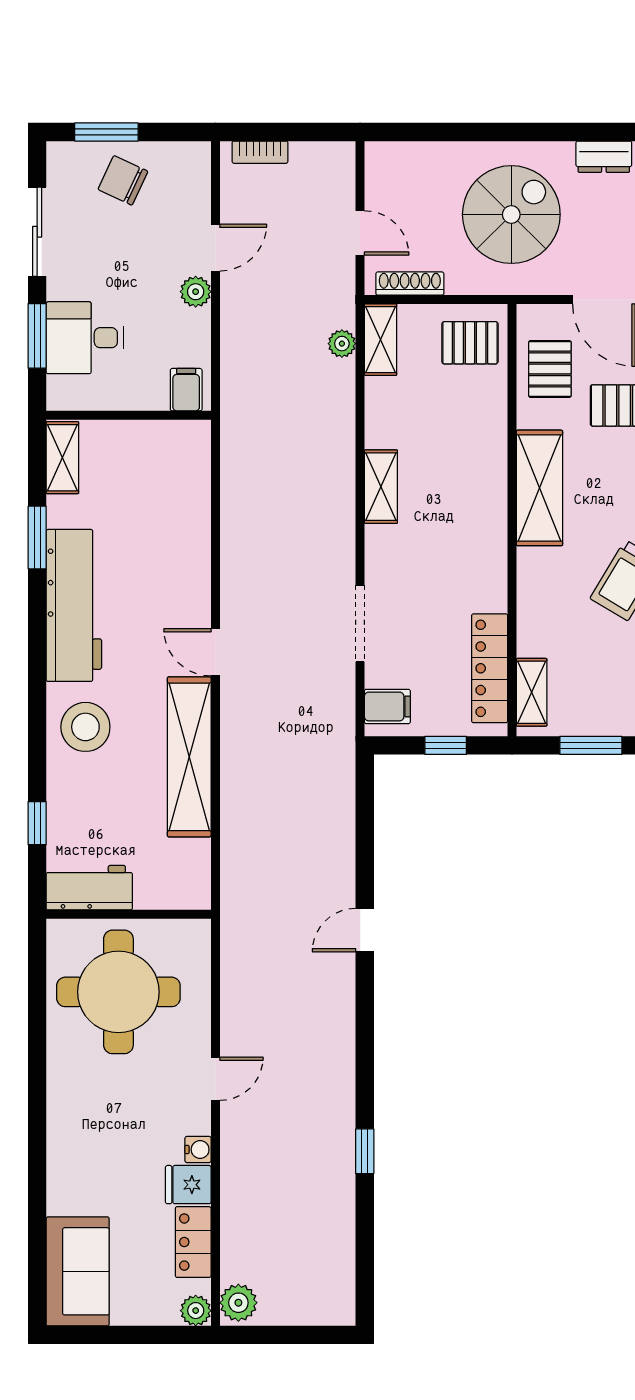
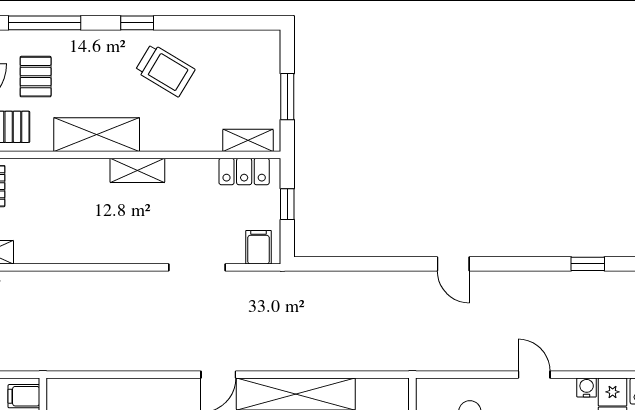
shelving: (381, 487) -> (137, 170), moved
locker: (490, 668) -> (244, 171), width x0.66
door: (365, 930) -> (453, 264), moved

